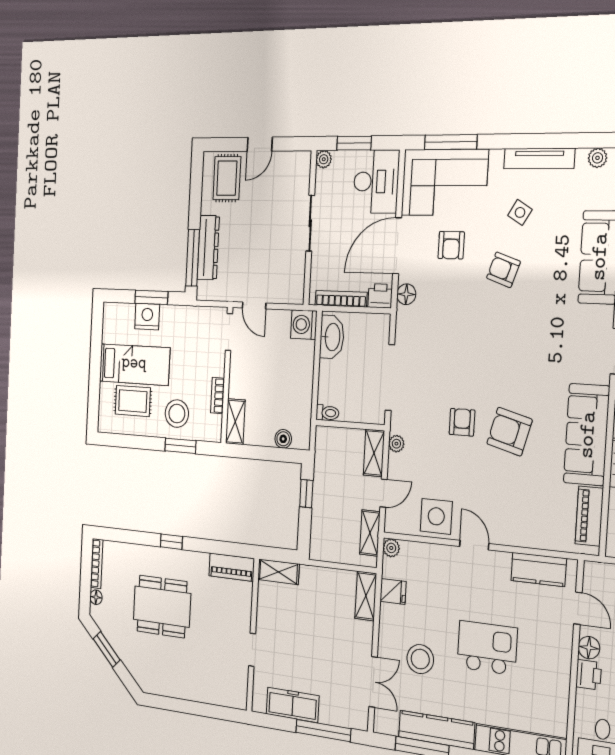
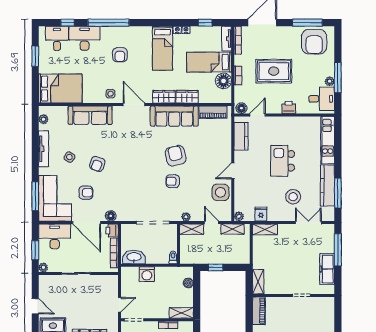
washing machine: (304, 325) -> (147, 274), moved
armchair: (509, 432) -> (176, 156), turned 152
floor lamp: (589, 648) -> (241, 108), moved

